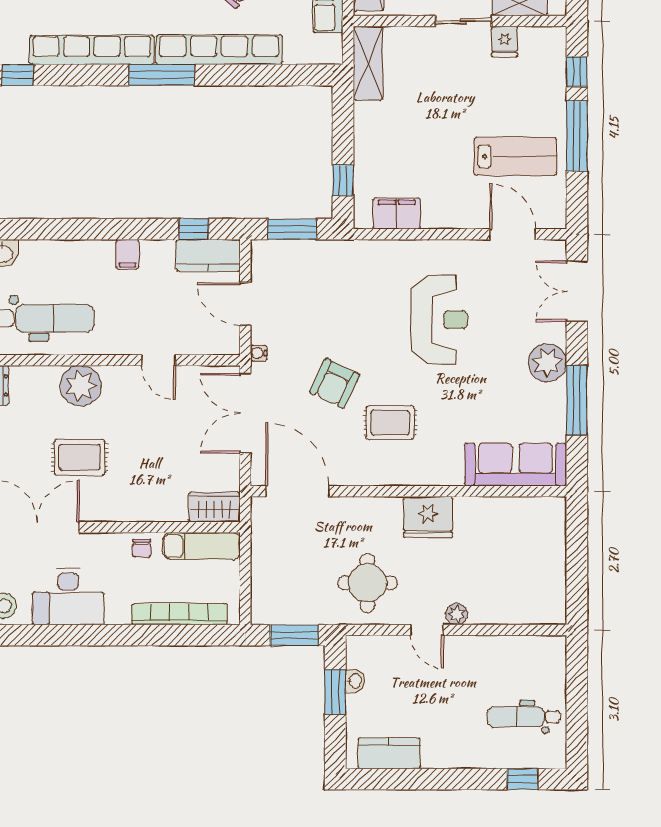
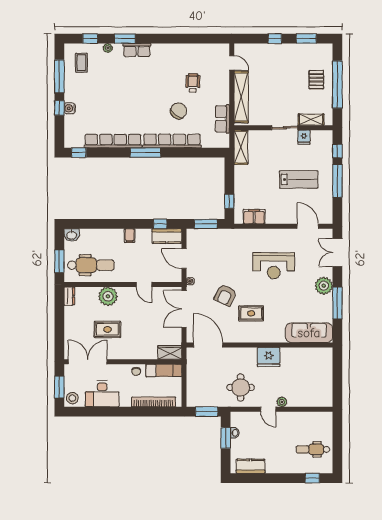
lab bench: (515, 156) -> (299, 179), moved
reception desk: (439, 320) -> (274, 266), turned 90

